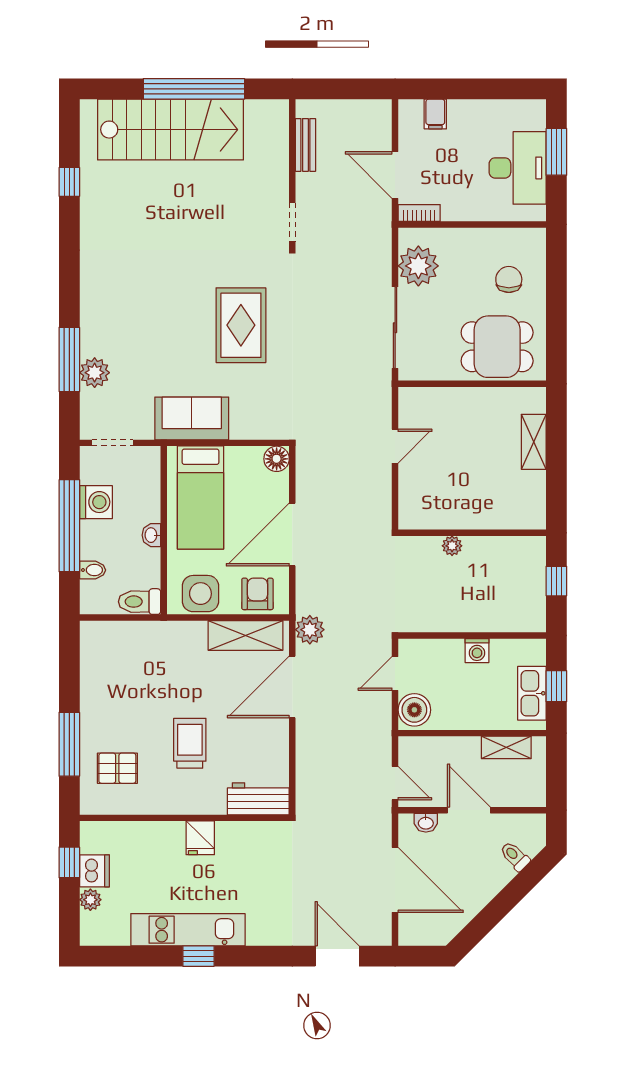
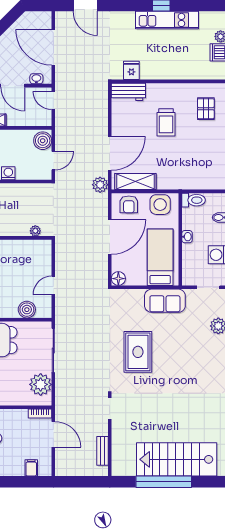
boiler: (443, 402) -> (27, 310), added
plant: (452, 546) -> (35, 231), moved
pallet: (117, 768) -> (206, 109), turned 90
fridge: (200, 838) -> (131, 70), moved

